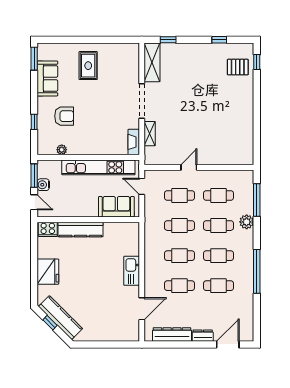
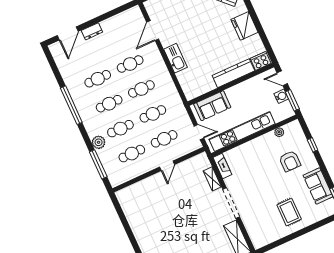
armchair: (64, 116) -> (290, 161), turned -90
dresser: (172, 335) -> (118, 21), removed

